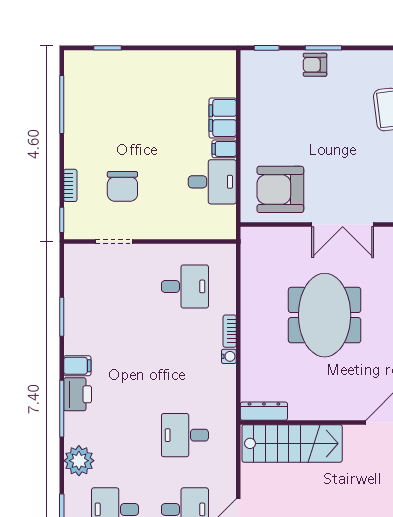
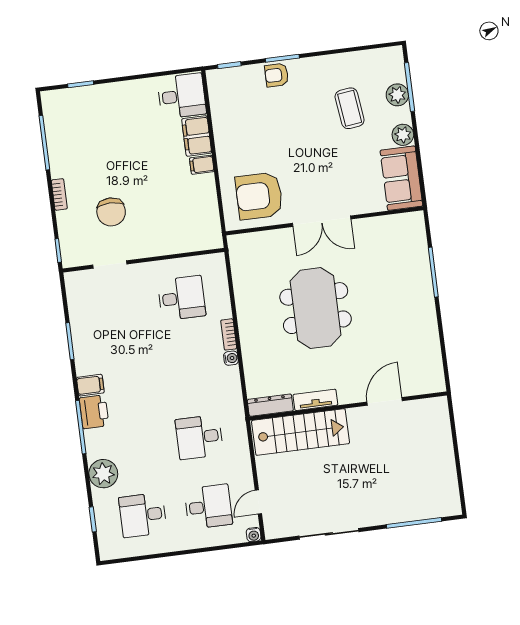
desk: (212, 182) -> (182, 96), moved
bookcase: (70, 185) -> (59, 194), moved
tv unit: (312, 412) -> (315, 400), added

